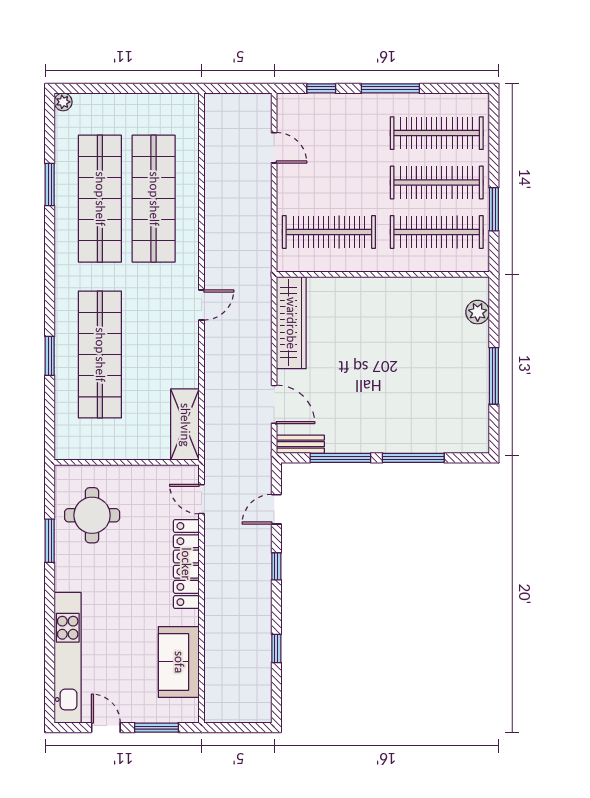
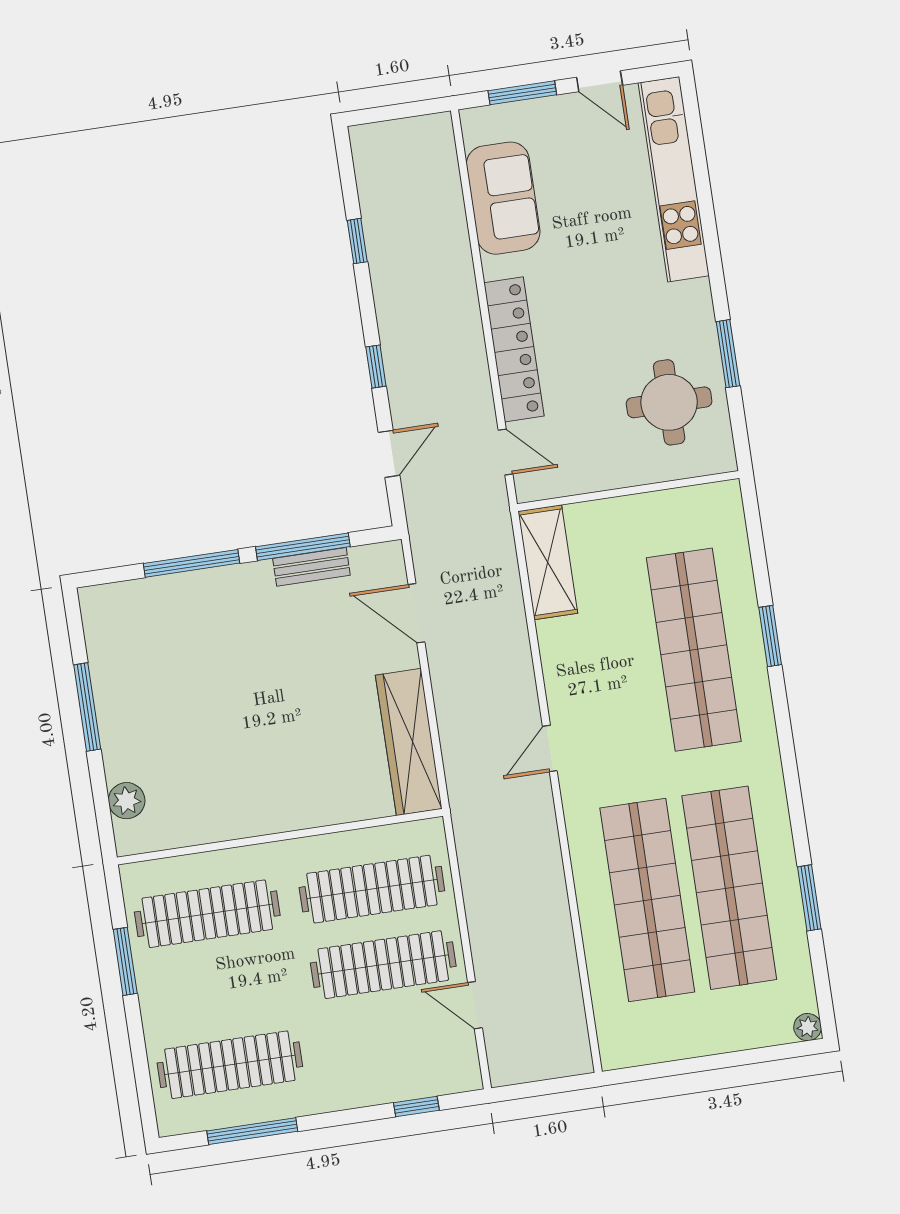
window: (390, 88) -> (252, 1131), moved
clothes rail: (437, 183) -> (383, 965), moved
bench: (300, 444) -> (311, 567), moved

